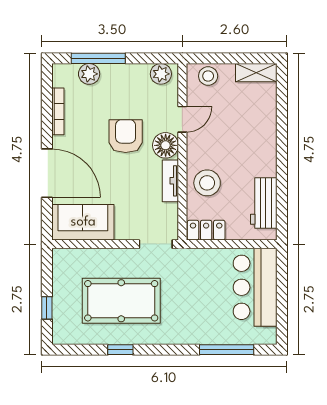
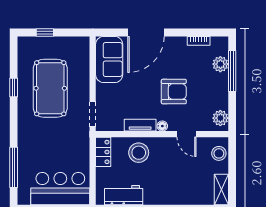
bookcase: (58, 111) -> (199, 41), width x0.64
floor lamp: (166, 145) -> (162, 126), width x0.53, depth x0.53

